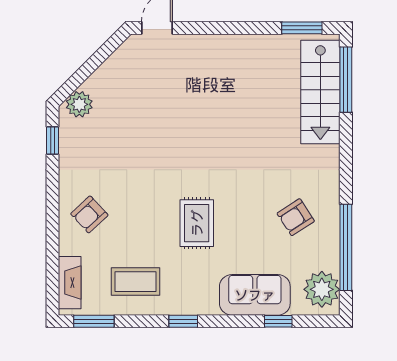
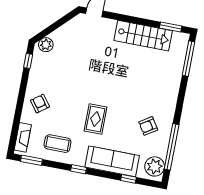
stairs: (320, 92) -> (143, 36), moved, turned -90
armchair: (89, 214) -> (40, 104), turned 96
sofa: (255, 295) -> (112, 161), width x1.36

